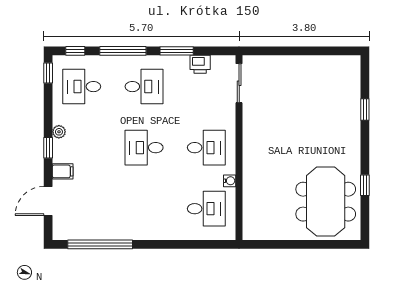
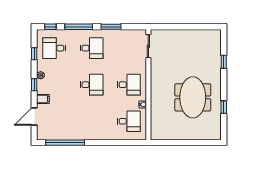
printer: (200, 64) -> (125, 35), removed
window: (48, 73) -> (34, 54), moved
desk: (144, 148) -> (92, 85), turned 180
meeting table: (326, 202) -> (193, 97), moved

